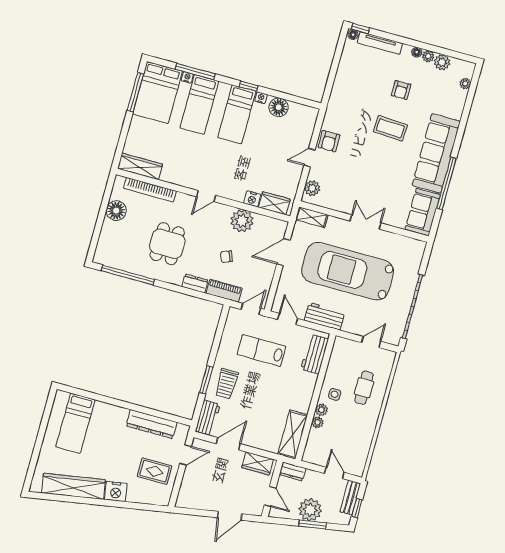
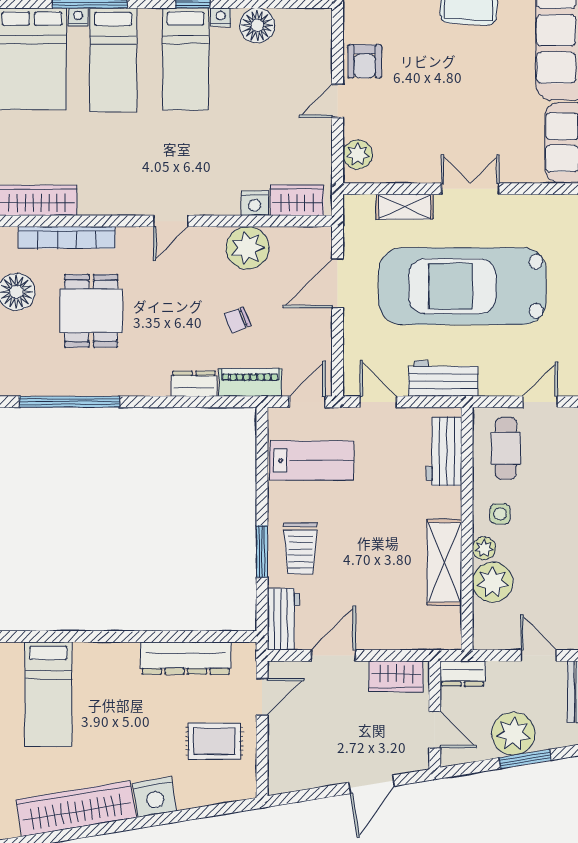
shelving: (312, 217) -> (405, 207), moved
dining table: (167, 244) -> (91, 311), moved
lab bench: (261, 350) -> (312, 460), moved, turned 180
cafe table: (364, 388) -> (506, 448), moved
plant: (318, 422) -> (493, 582), width x1.87, depth x1.87
shelving: (293, 435) -> (444, 562), moved

